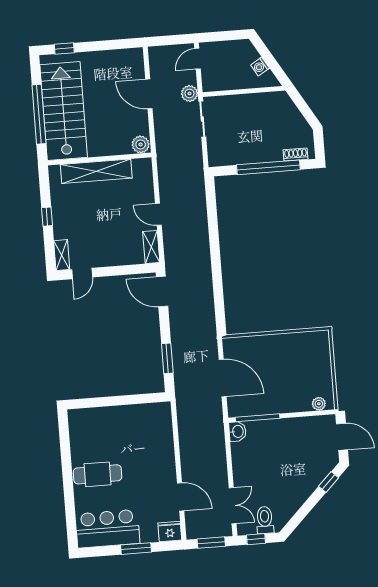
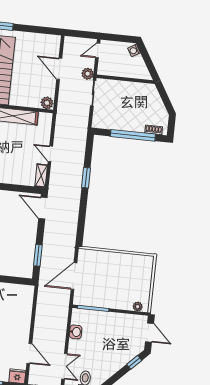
washing machine: (260, 66) -> (134, 50), moved
window: (214, 238) -> (86, 178), added
door: (223, 378) -> (74, 276), swing flipped
washbasin: (237, 431) -> (76, 332), moved

